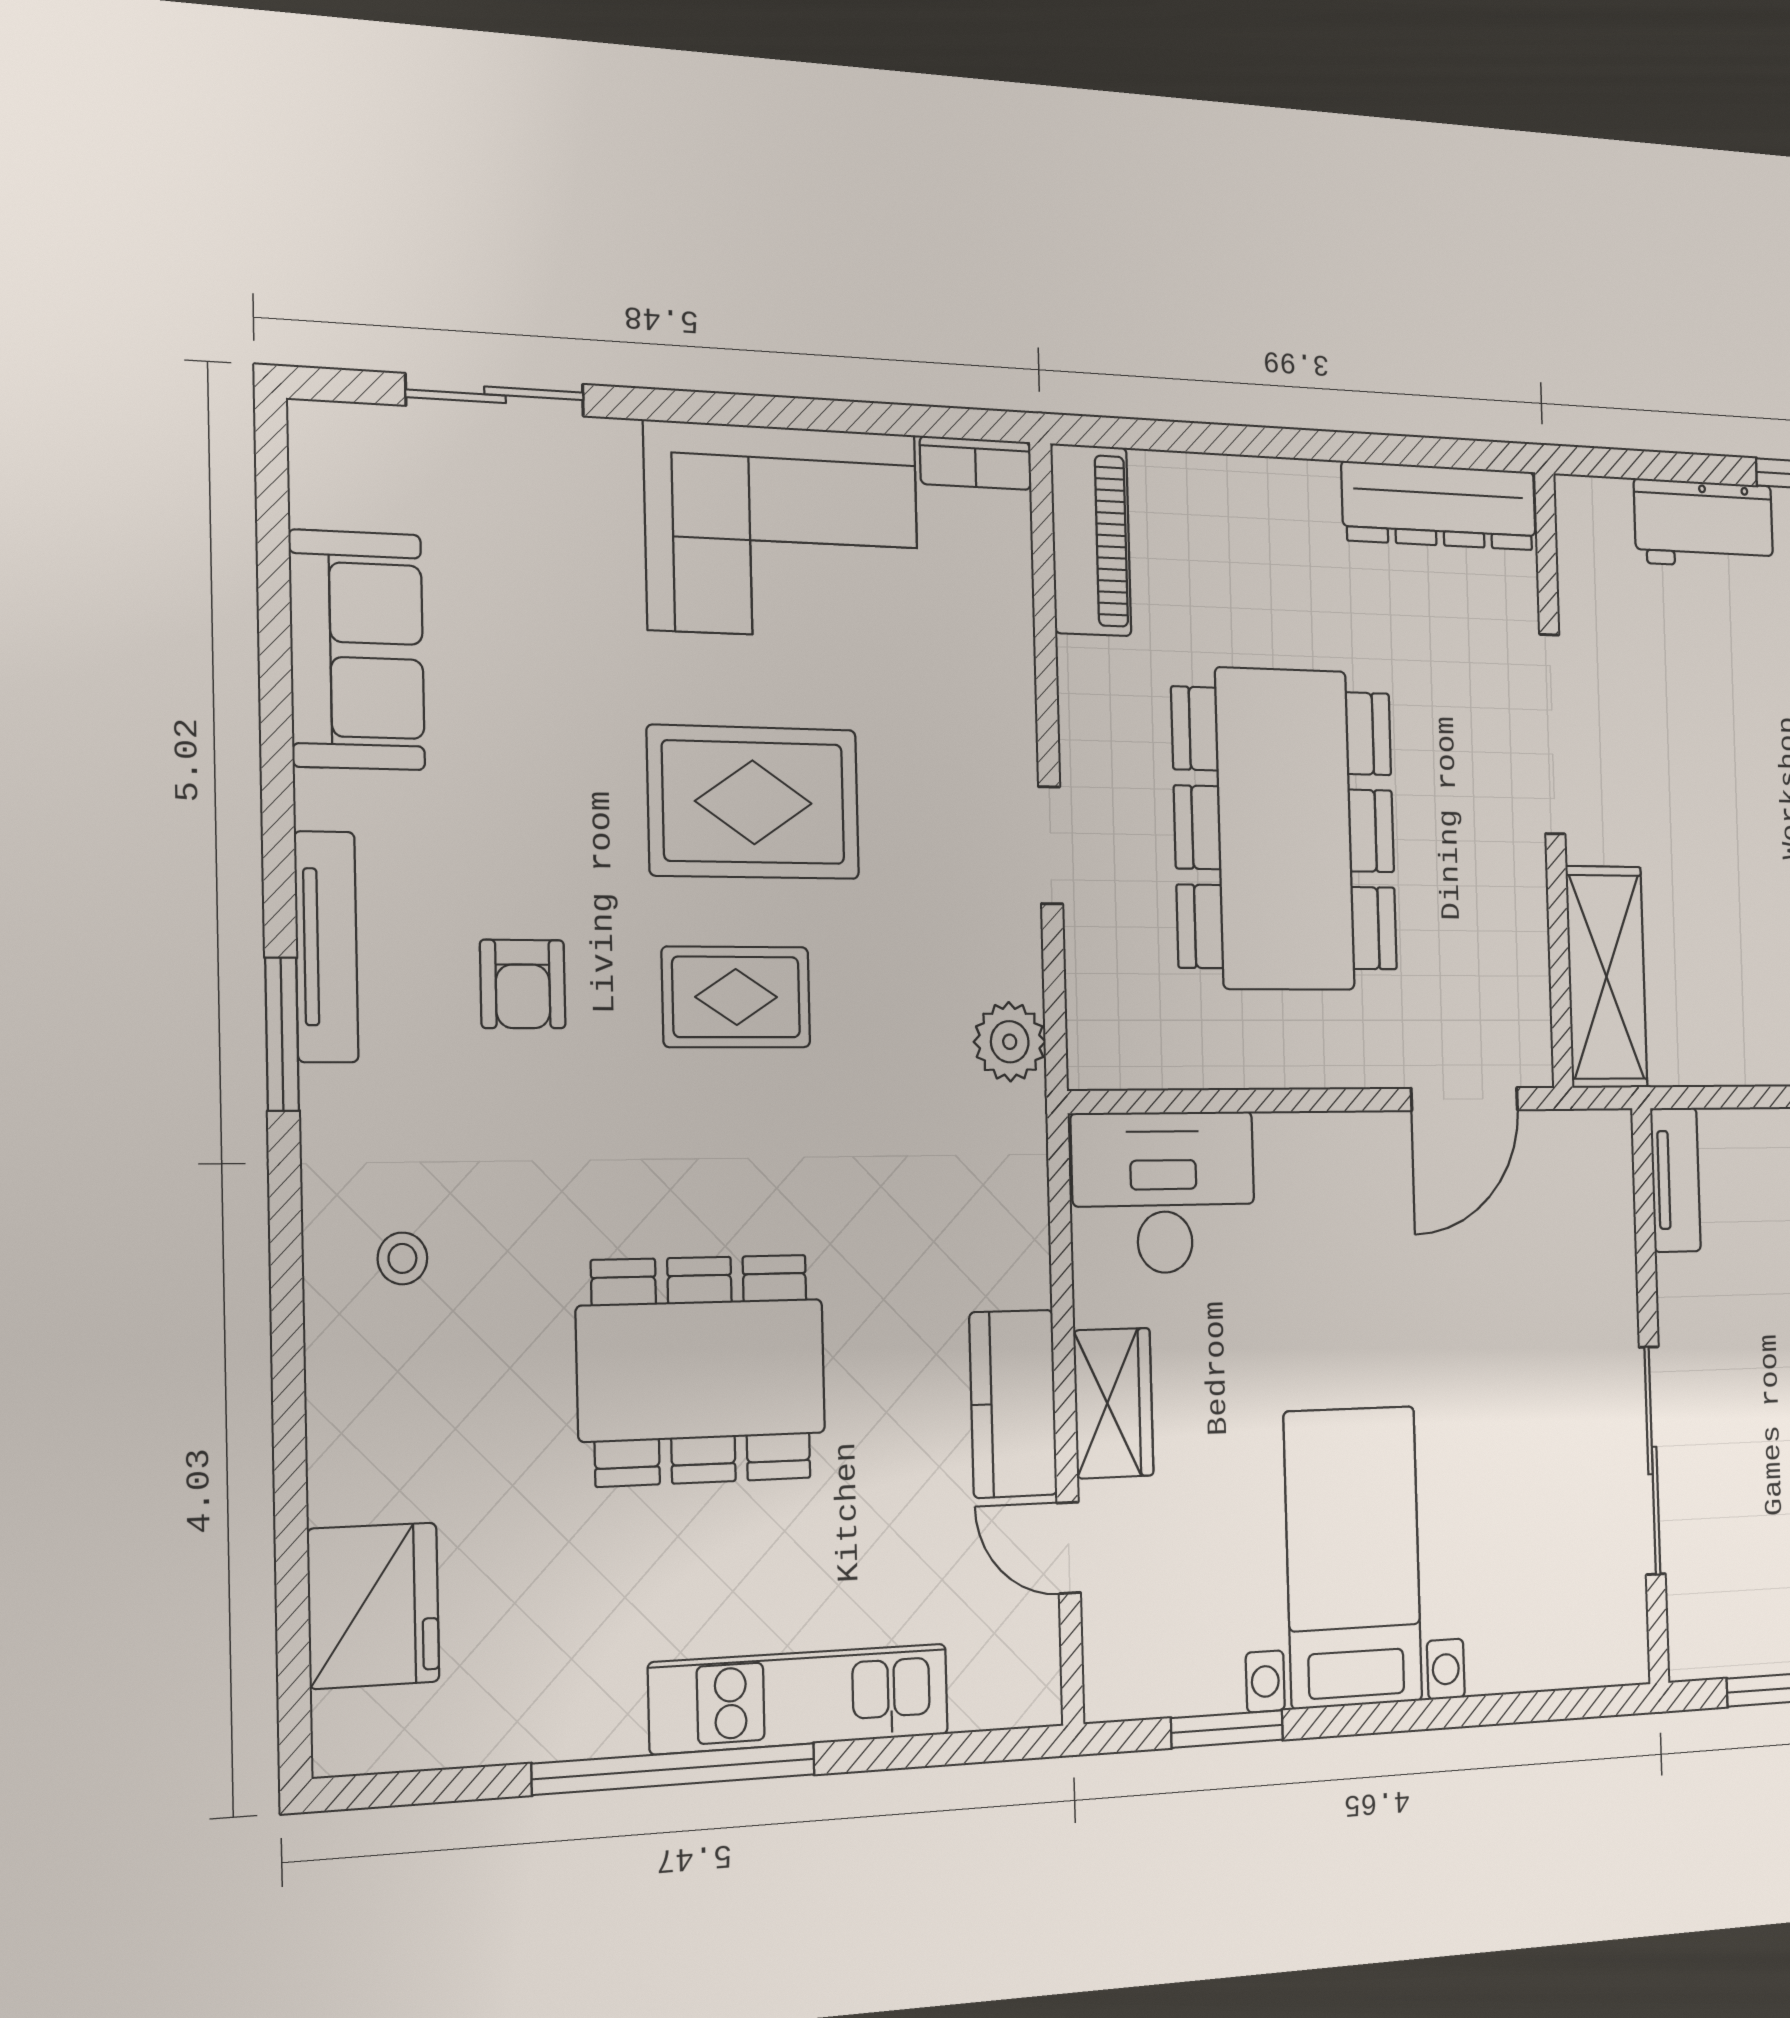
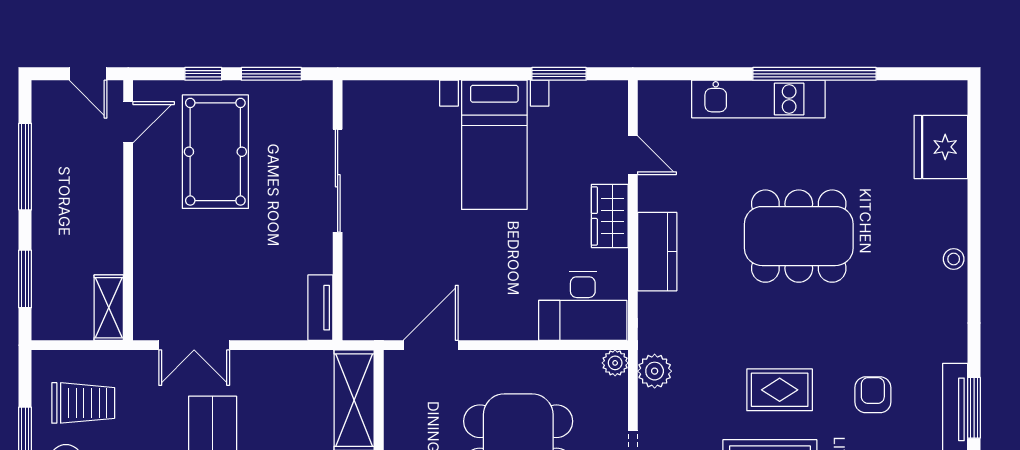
window: (282, 1034) -> (974, 408), moved
plant: (1093, 1061) -> (615, 363), added
stool: (402, 1258) -> (954, 259), moved
kitchen counter: (1013, 1404) -> (657, 252), moved

